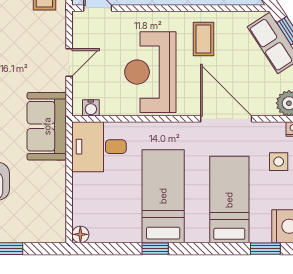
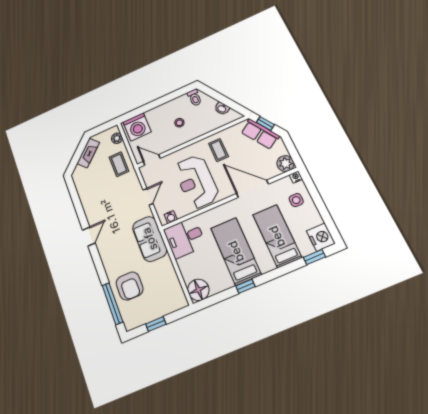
floor lamp: (80, 234) -> (198, 290), width x1.89, depth x1.89

